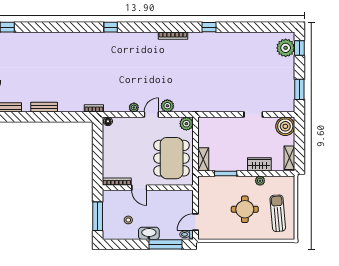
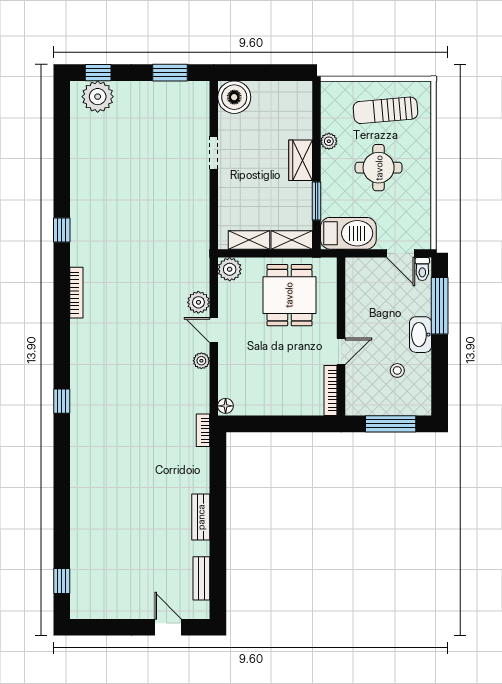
dining table: (172, 158) -> (289, 295), width x0.73
shelving: (289, 158) -> (249, 240), moved
wardrobe: (259, 164) -> (301, 160), moved
barbecue: (207, 192) -> (348, 233), added

